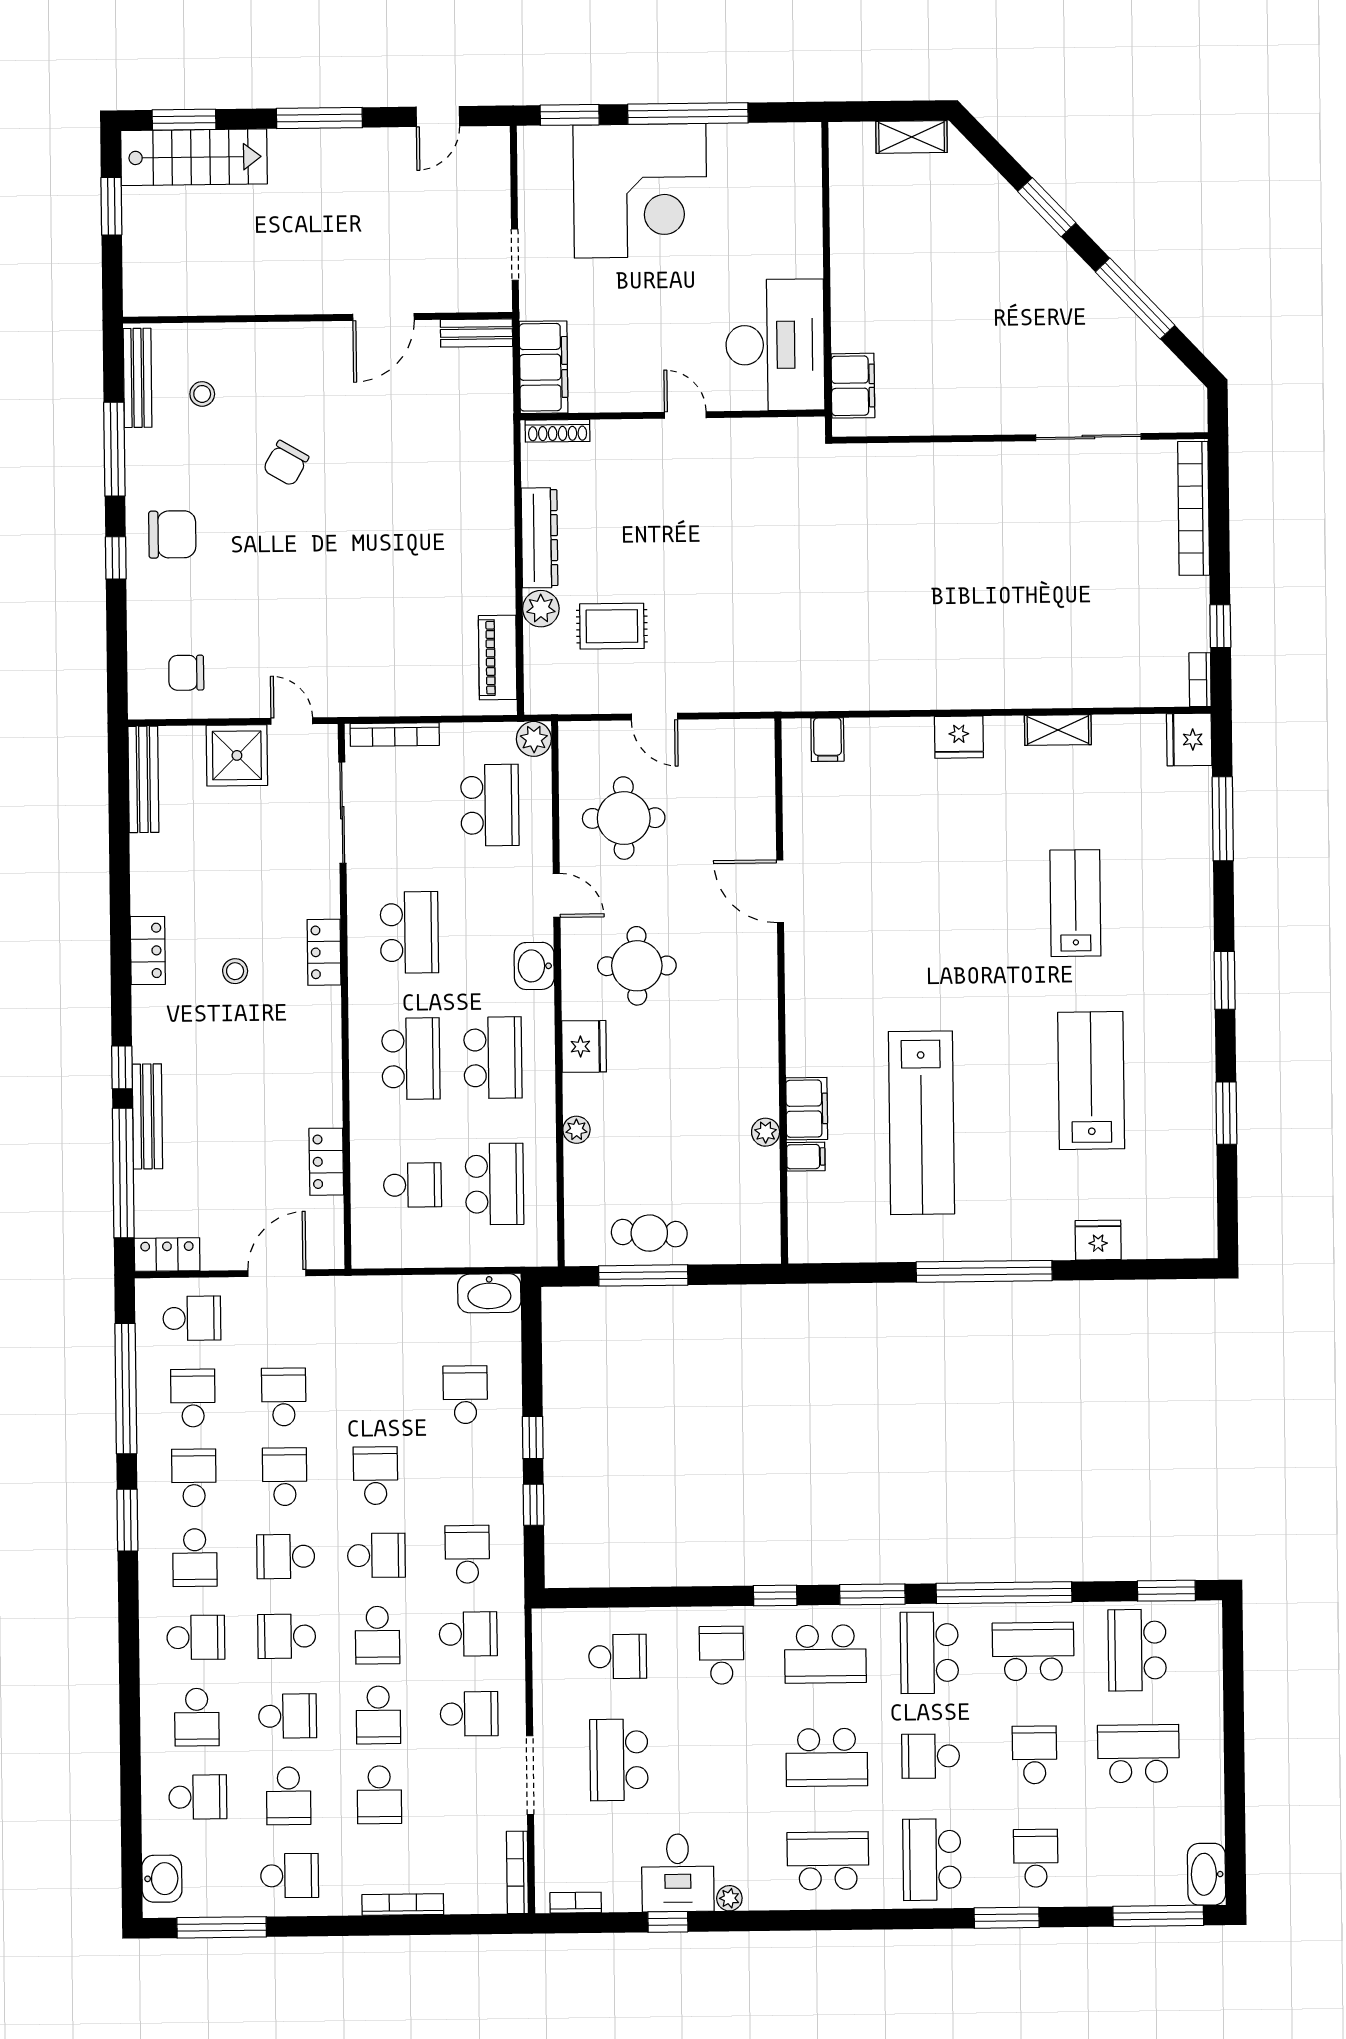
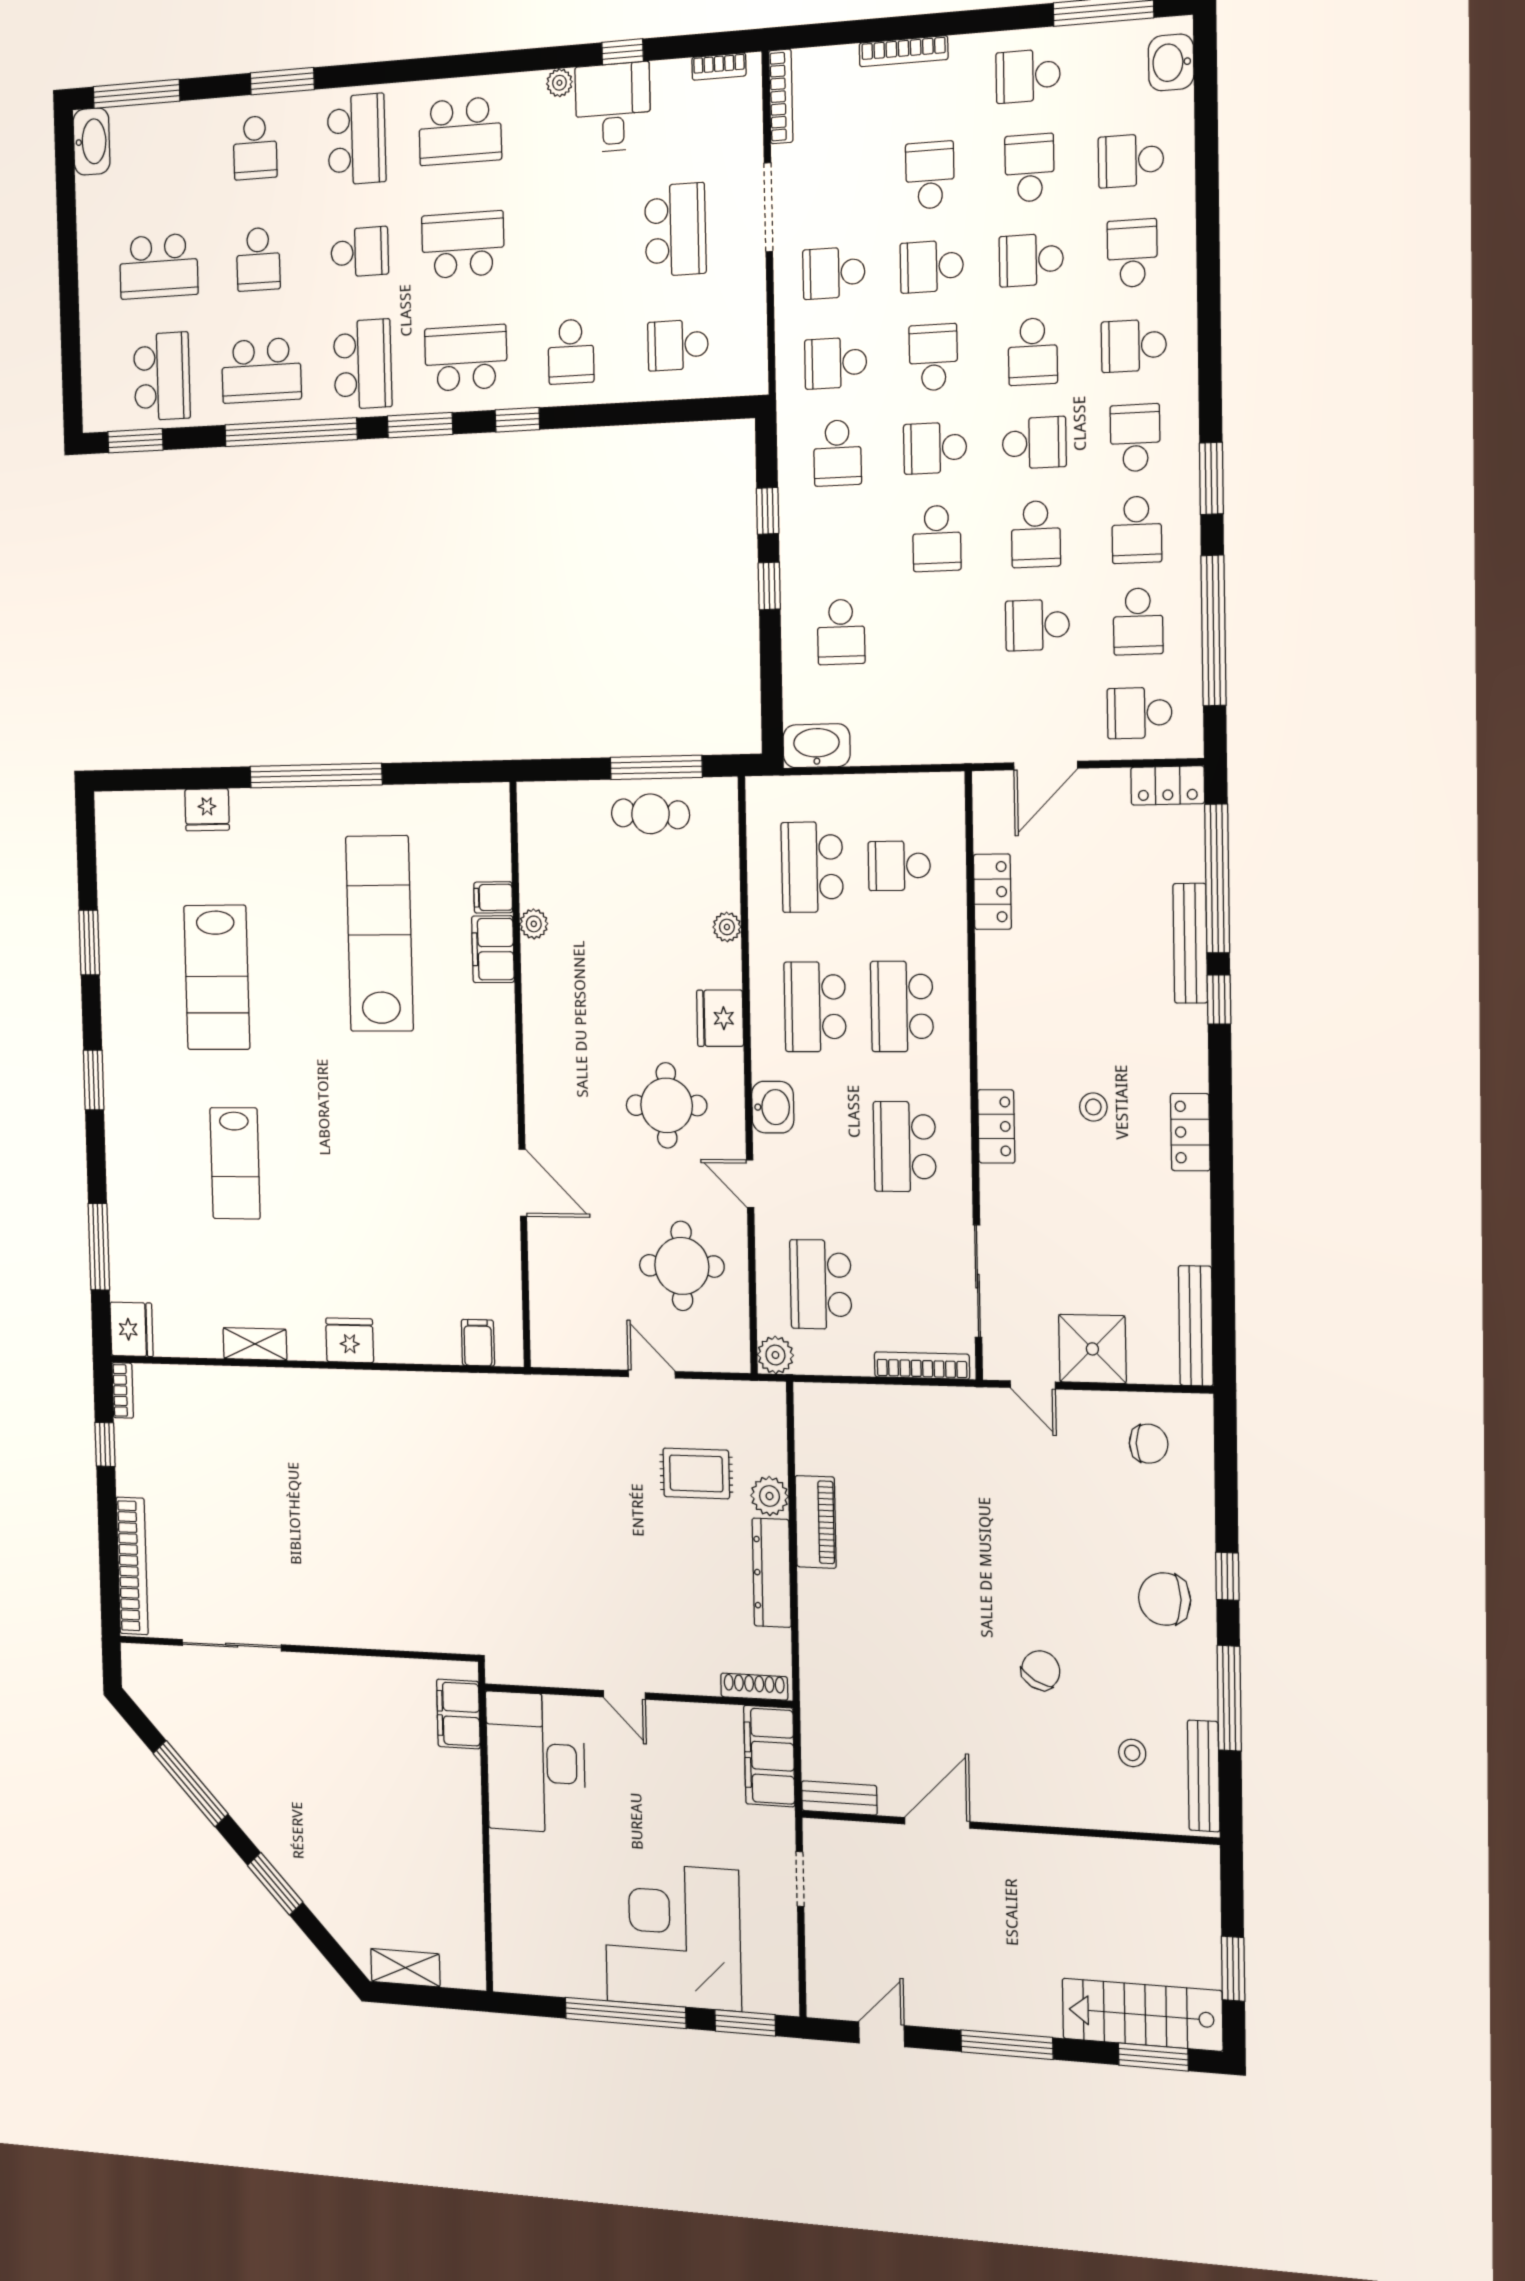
piano: (498, 658) -> (816, 1522), moved
school desk: (284, 1397) -> (1037, 625), turned 90
school desk: (287, 1636) -> (1033, 352), turned 90
school desk: (378, 1715) -> (932, 266), turned -90

